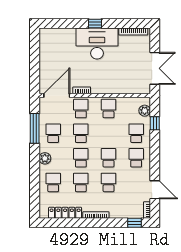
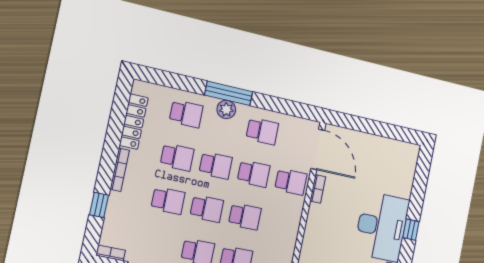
school desk: (108, 109) -> (245, 216), moved
window: (35, 128) -> (229, 93), moved
window: (135, 223) -> (99, 205), moved

